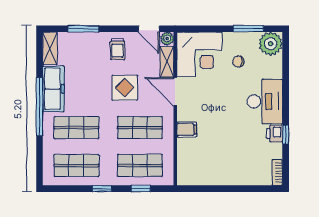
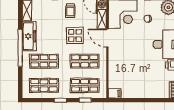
filing cabinet: (187, 130) -> (115, 93), moved

